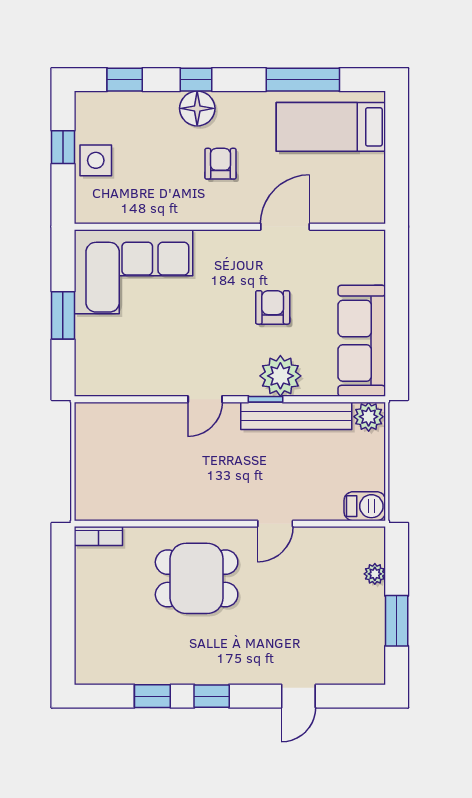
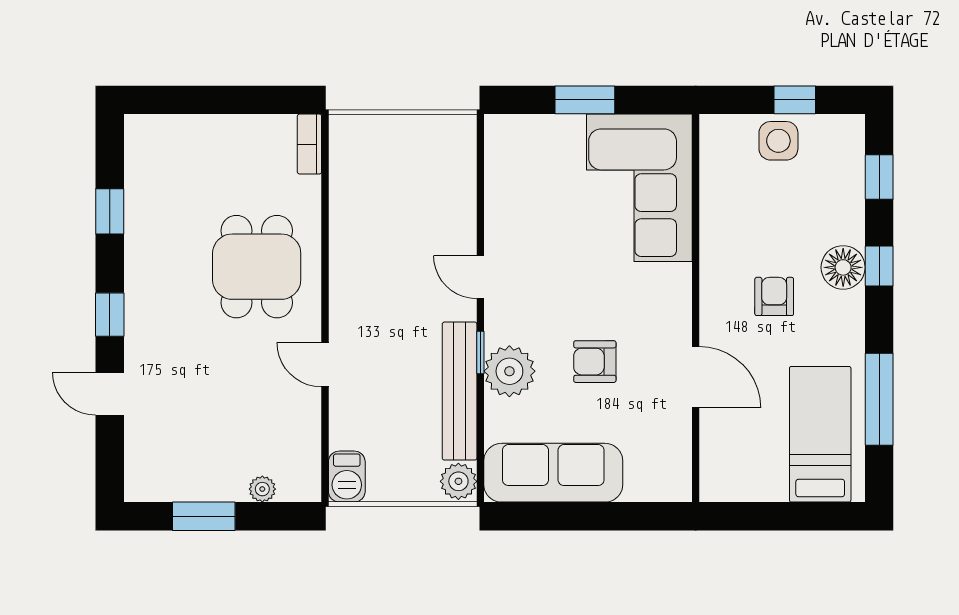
armchair: (220, 164) -> (774, 296), turned -90
armchair: (273, 307) -> (595, 362), turned 180
window: (212, 696) -> (110, 315), moved

